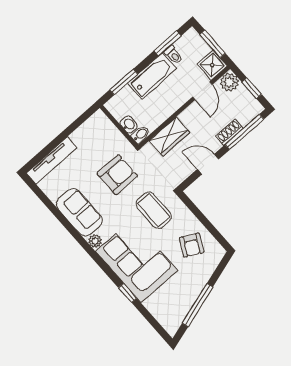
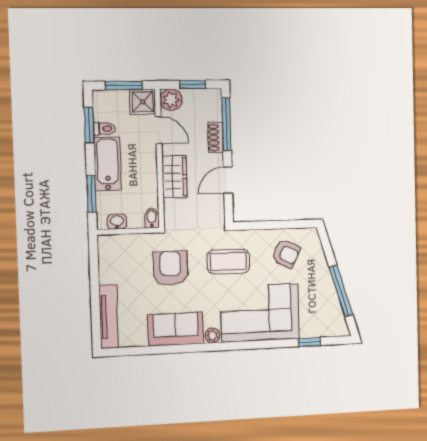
washbasin: (129, 125) -> (117, 222), moved
wardrobe: (169, 137) -> (175, 177), moved
window: (128, 293) -> (310, 342), moved

